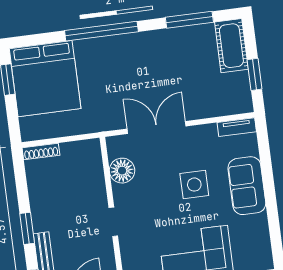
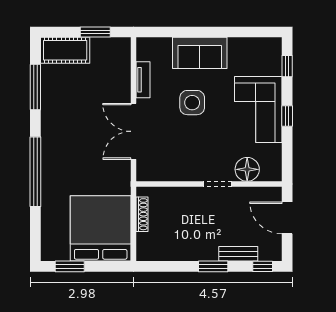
bed: (45, 79) -> (101, 228), moved, turned -90
tv unit: (237, 127) -> (143, 80), moved
shoe rack: (41, 151) -> (142, 214), moved
floor lamp: (122, 171) -> (247, 169), moved

